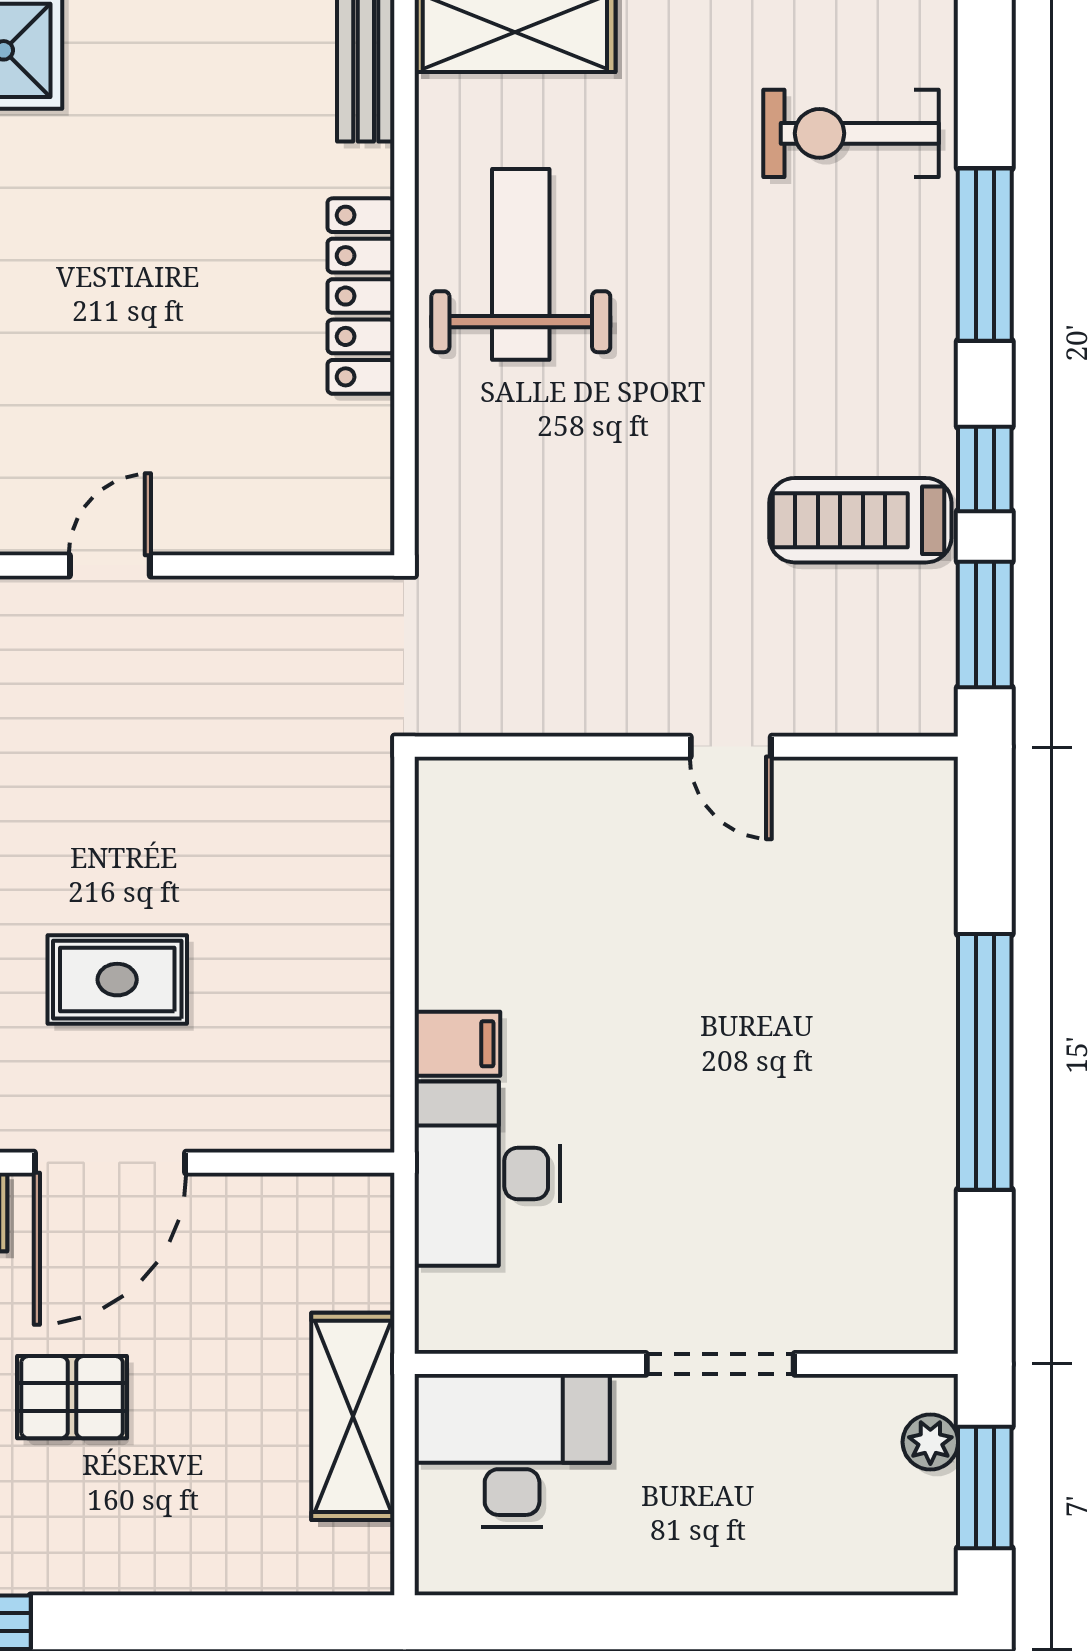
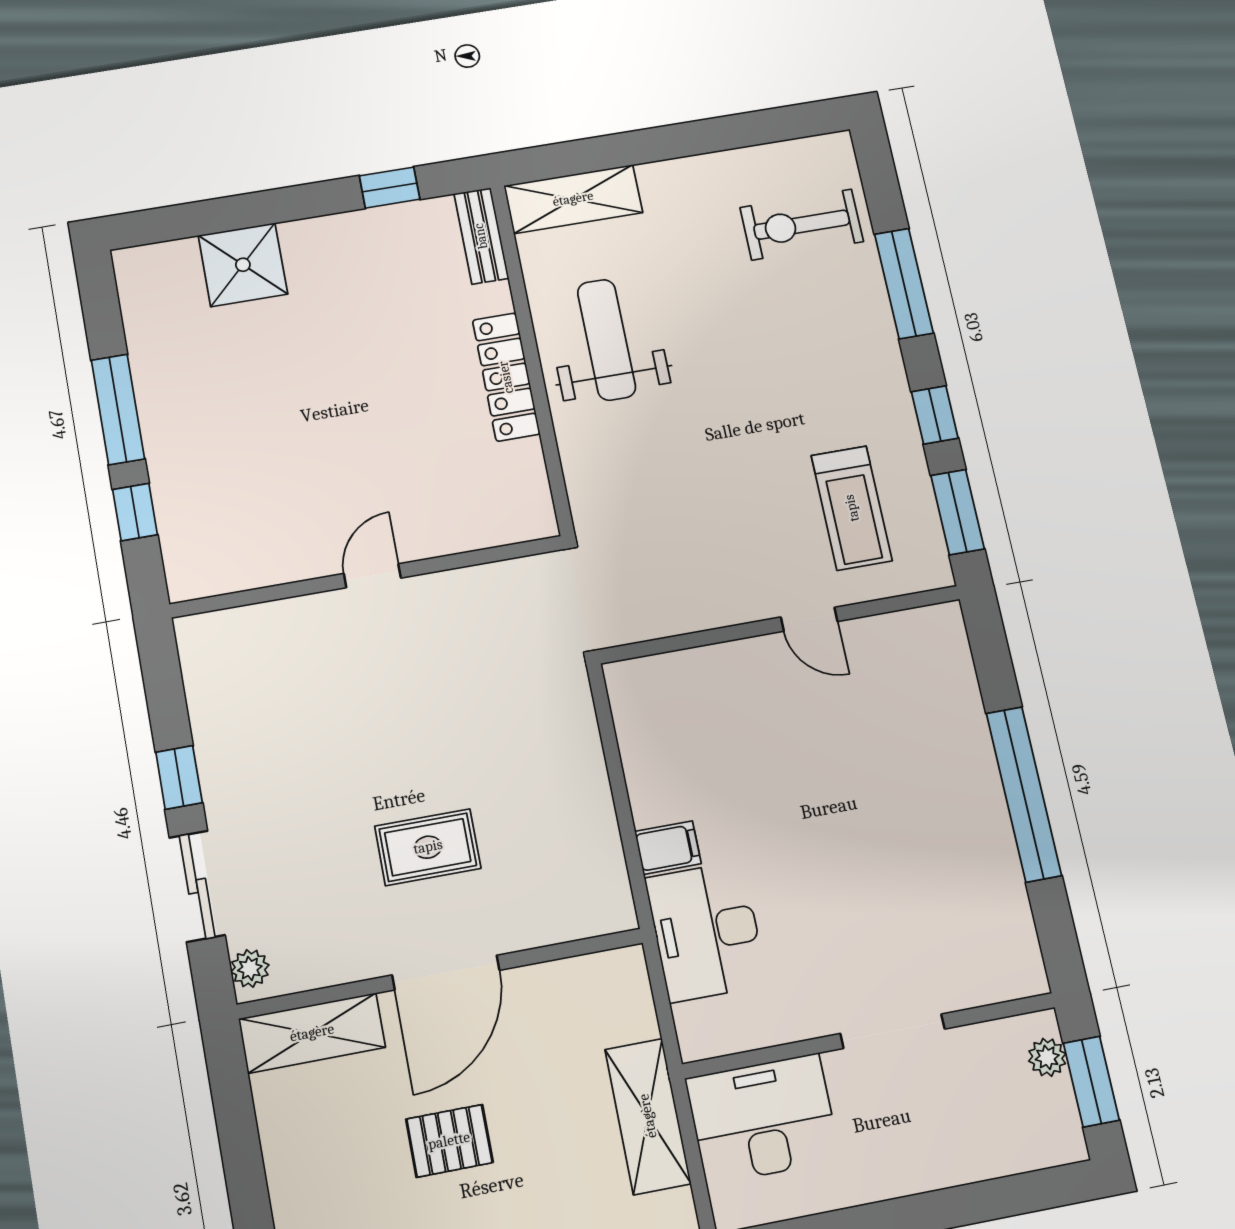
treadmill: (860, 520) -> (852, 508), moved, turned -90

